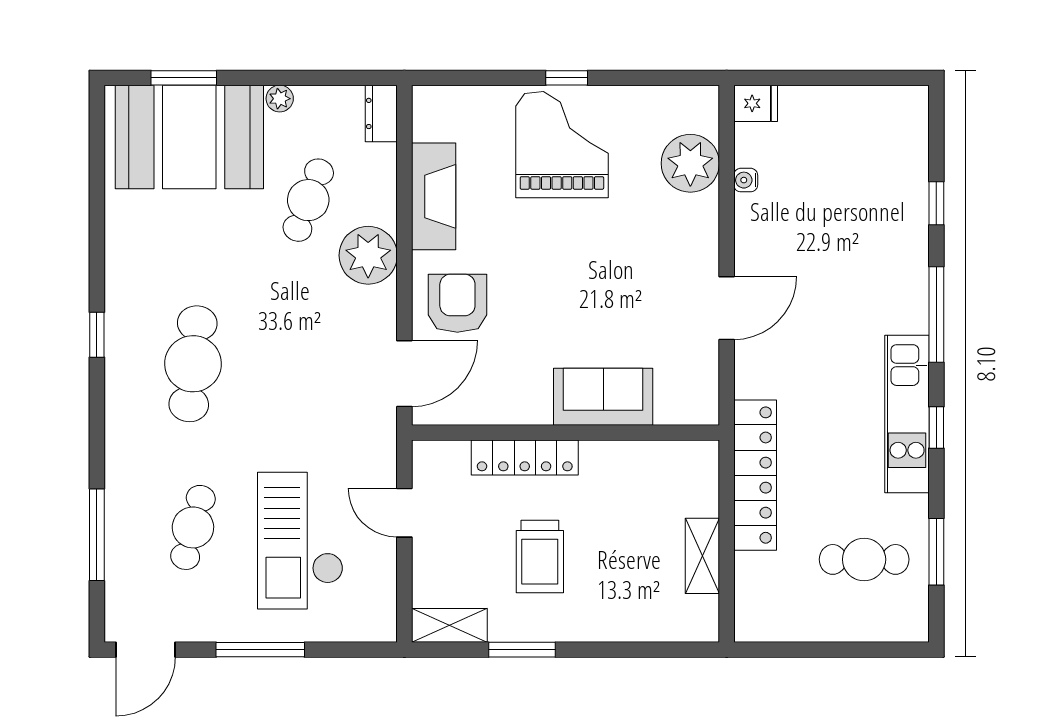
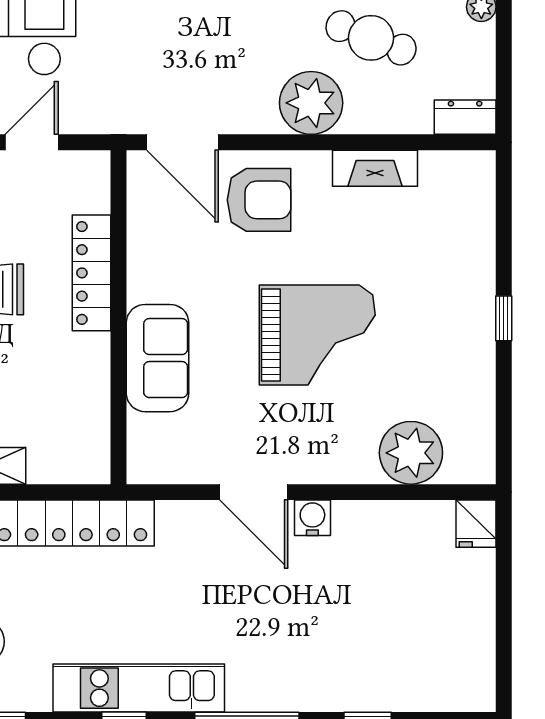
grand piano: (562, 145) -> (317, 335), moved
water cooler: (746, 180) -> (312, 518), moved, width x1.38, depth x1.38
fireplace: (434, 196) -> (375, 168), width x0.73, depth x0.76

